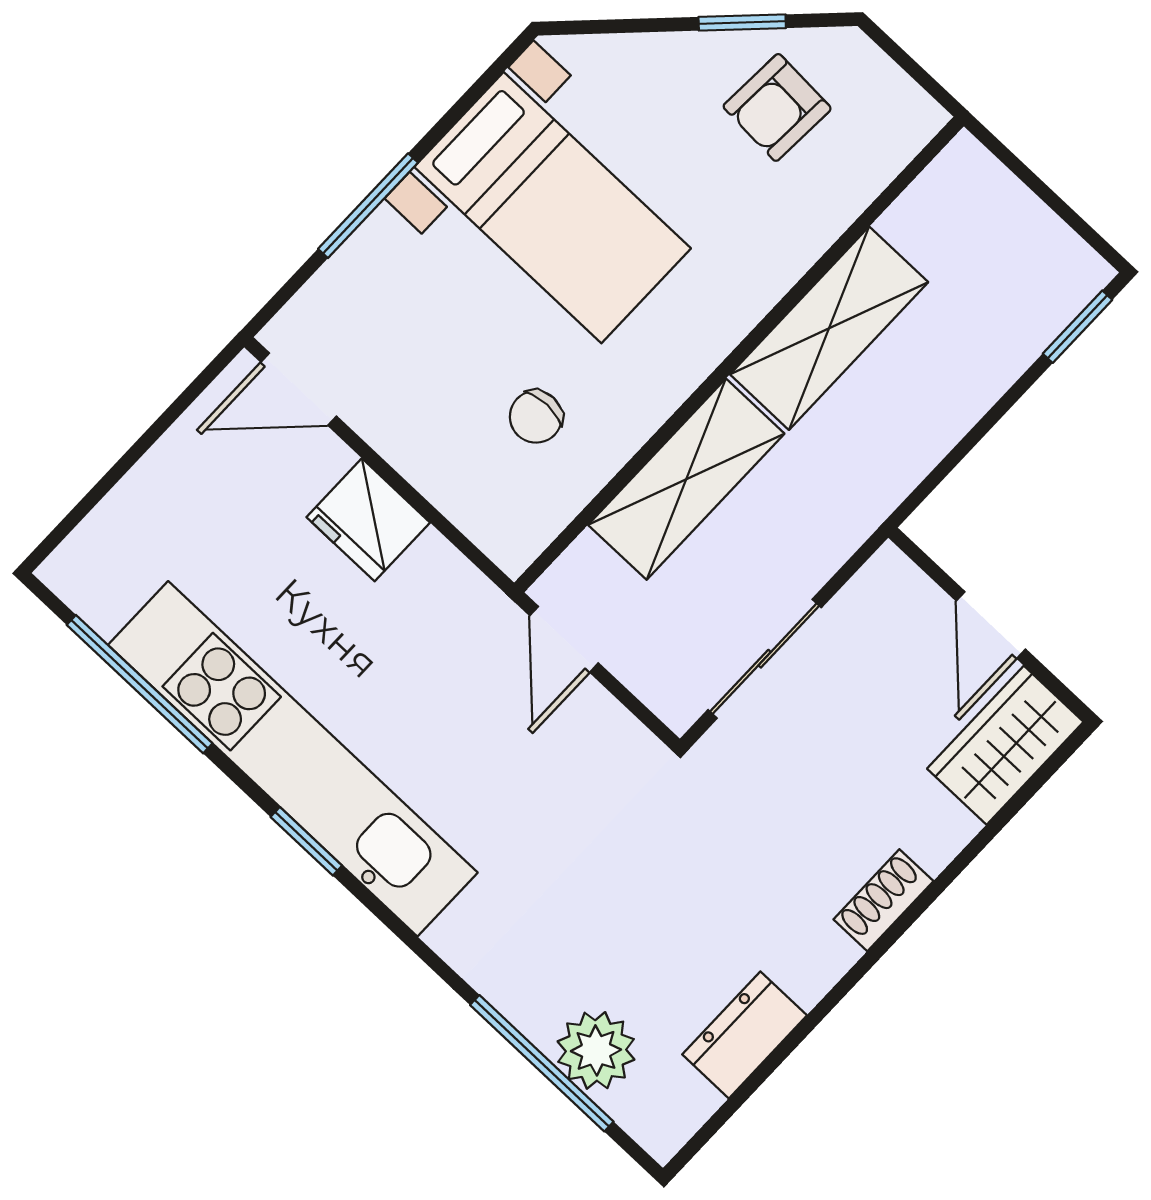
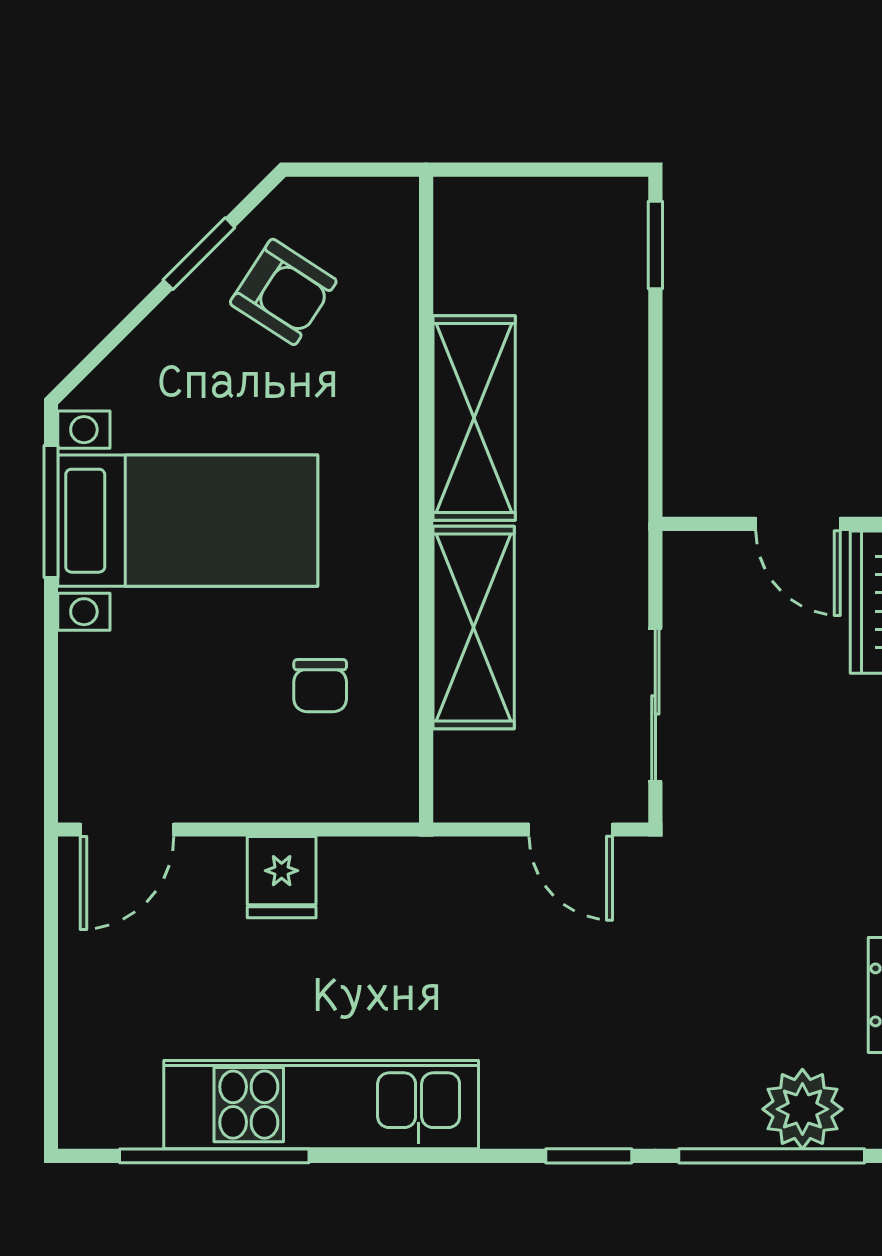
armchair: (777, 107) -> (283, 292), turned -60
window: (368, 206) -> (51, 512), moved
fridge: (368, 520) -> (282, 877), width x0.72
door: (564, 639) -> (571, 829), moved
kitchen unit: (293, 759) -> (321, 1105), width x0.73
window: (306, 841) -> (589, 1156), moved

